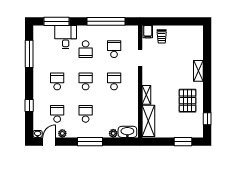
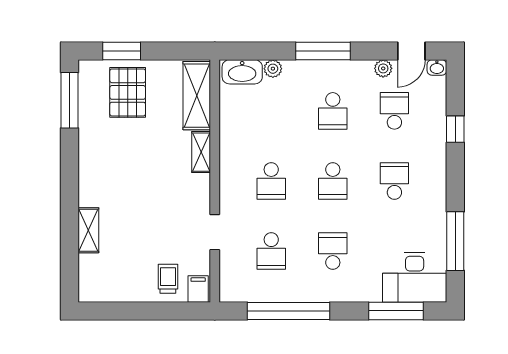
desk: (66, 37) -> (415, 277), moved, width x1.37
shelving: (198, 71) -> (88, 230), moved
school desk: (57, 81) -> (394, 181), turned 180
pallet: (188, 101) -> (128, 92), moved
school desk: (57, 114) -> (394, 111), turned 180
window: (207, 119) -> (70, 100), width x2.17

